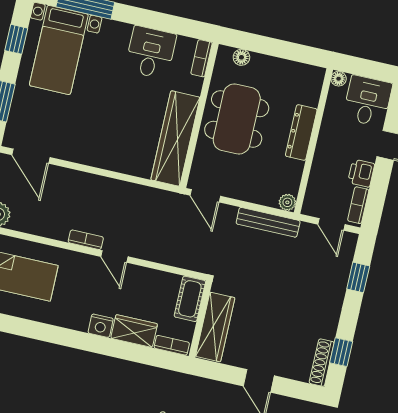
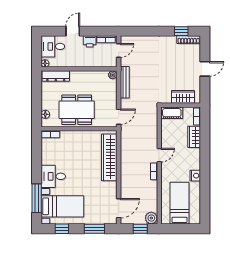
desk: (151, 52) -> (53, 176), moved
dresser: (301, 133) -> (56, 76), moved
wardrobe: (175, 138) -> (109, 157), moved, turned 90
window: (358, 277) -> (142, 31), removed
nightstand: (101, 326) -> (195, 176), moved
wardrobe: (215, 327) -> (183, 97), width x0.67

